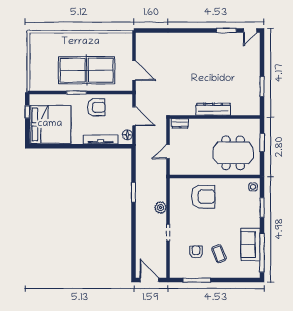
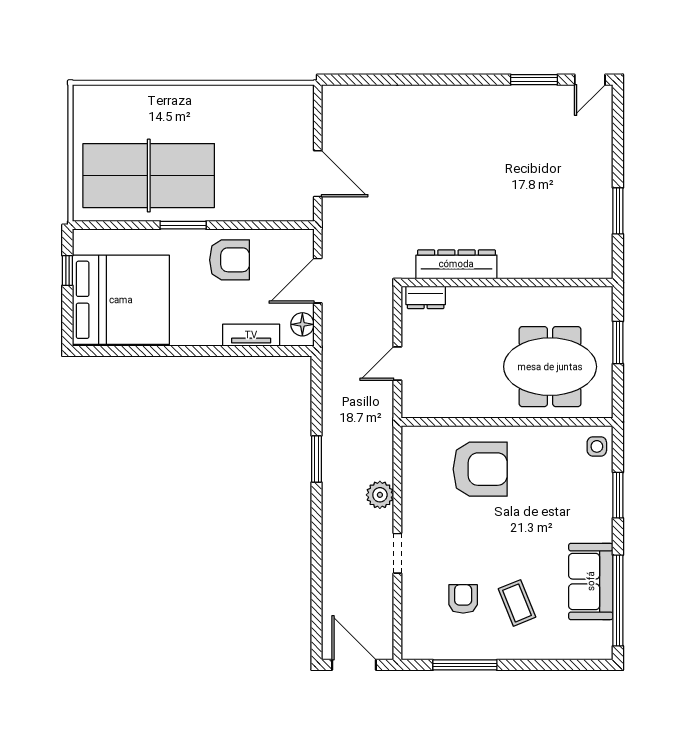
table tennis table: (87, 70) -> (149, 176), moved
dresser: (213, 109) -> (456, 264), moved
door: (134, 116) -> (318, 281), swing flipped
tv unit: (101, 139) -> (251, 335), width x0.71

